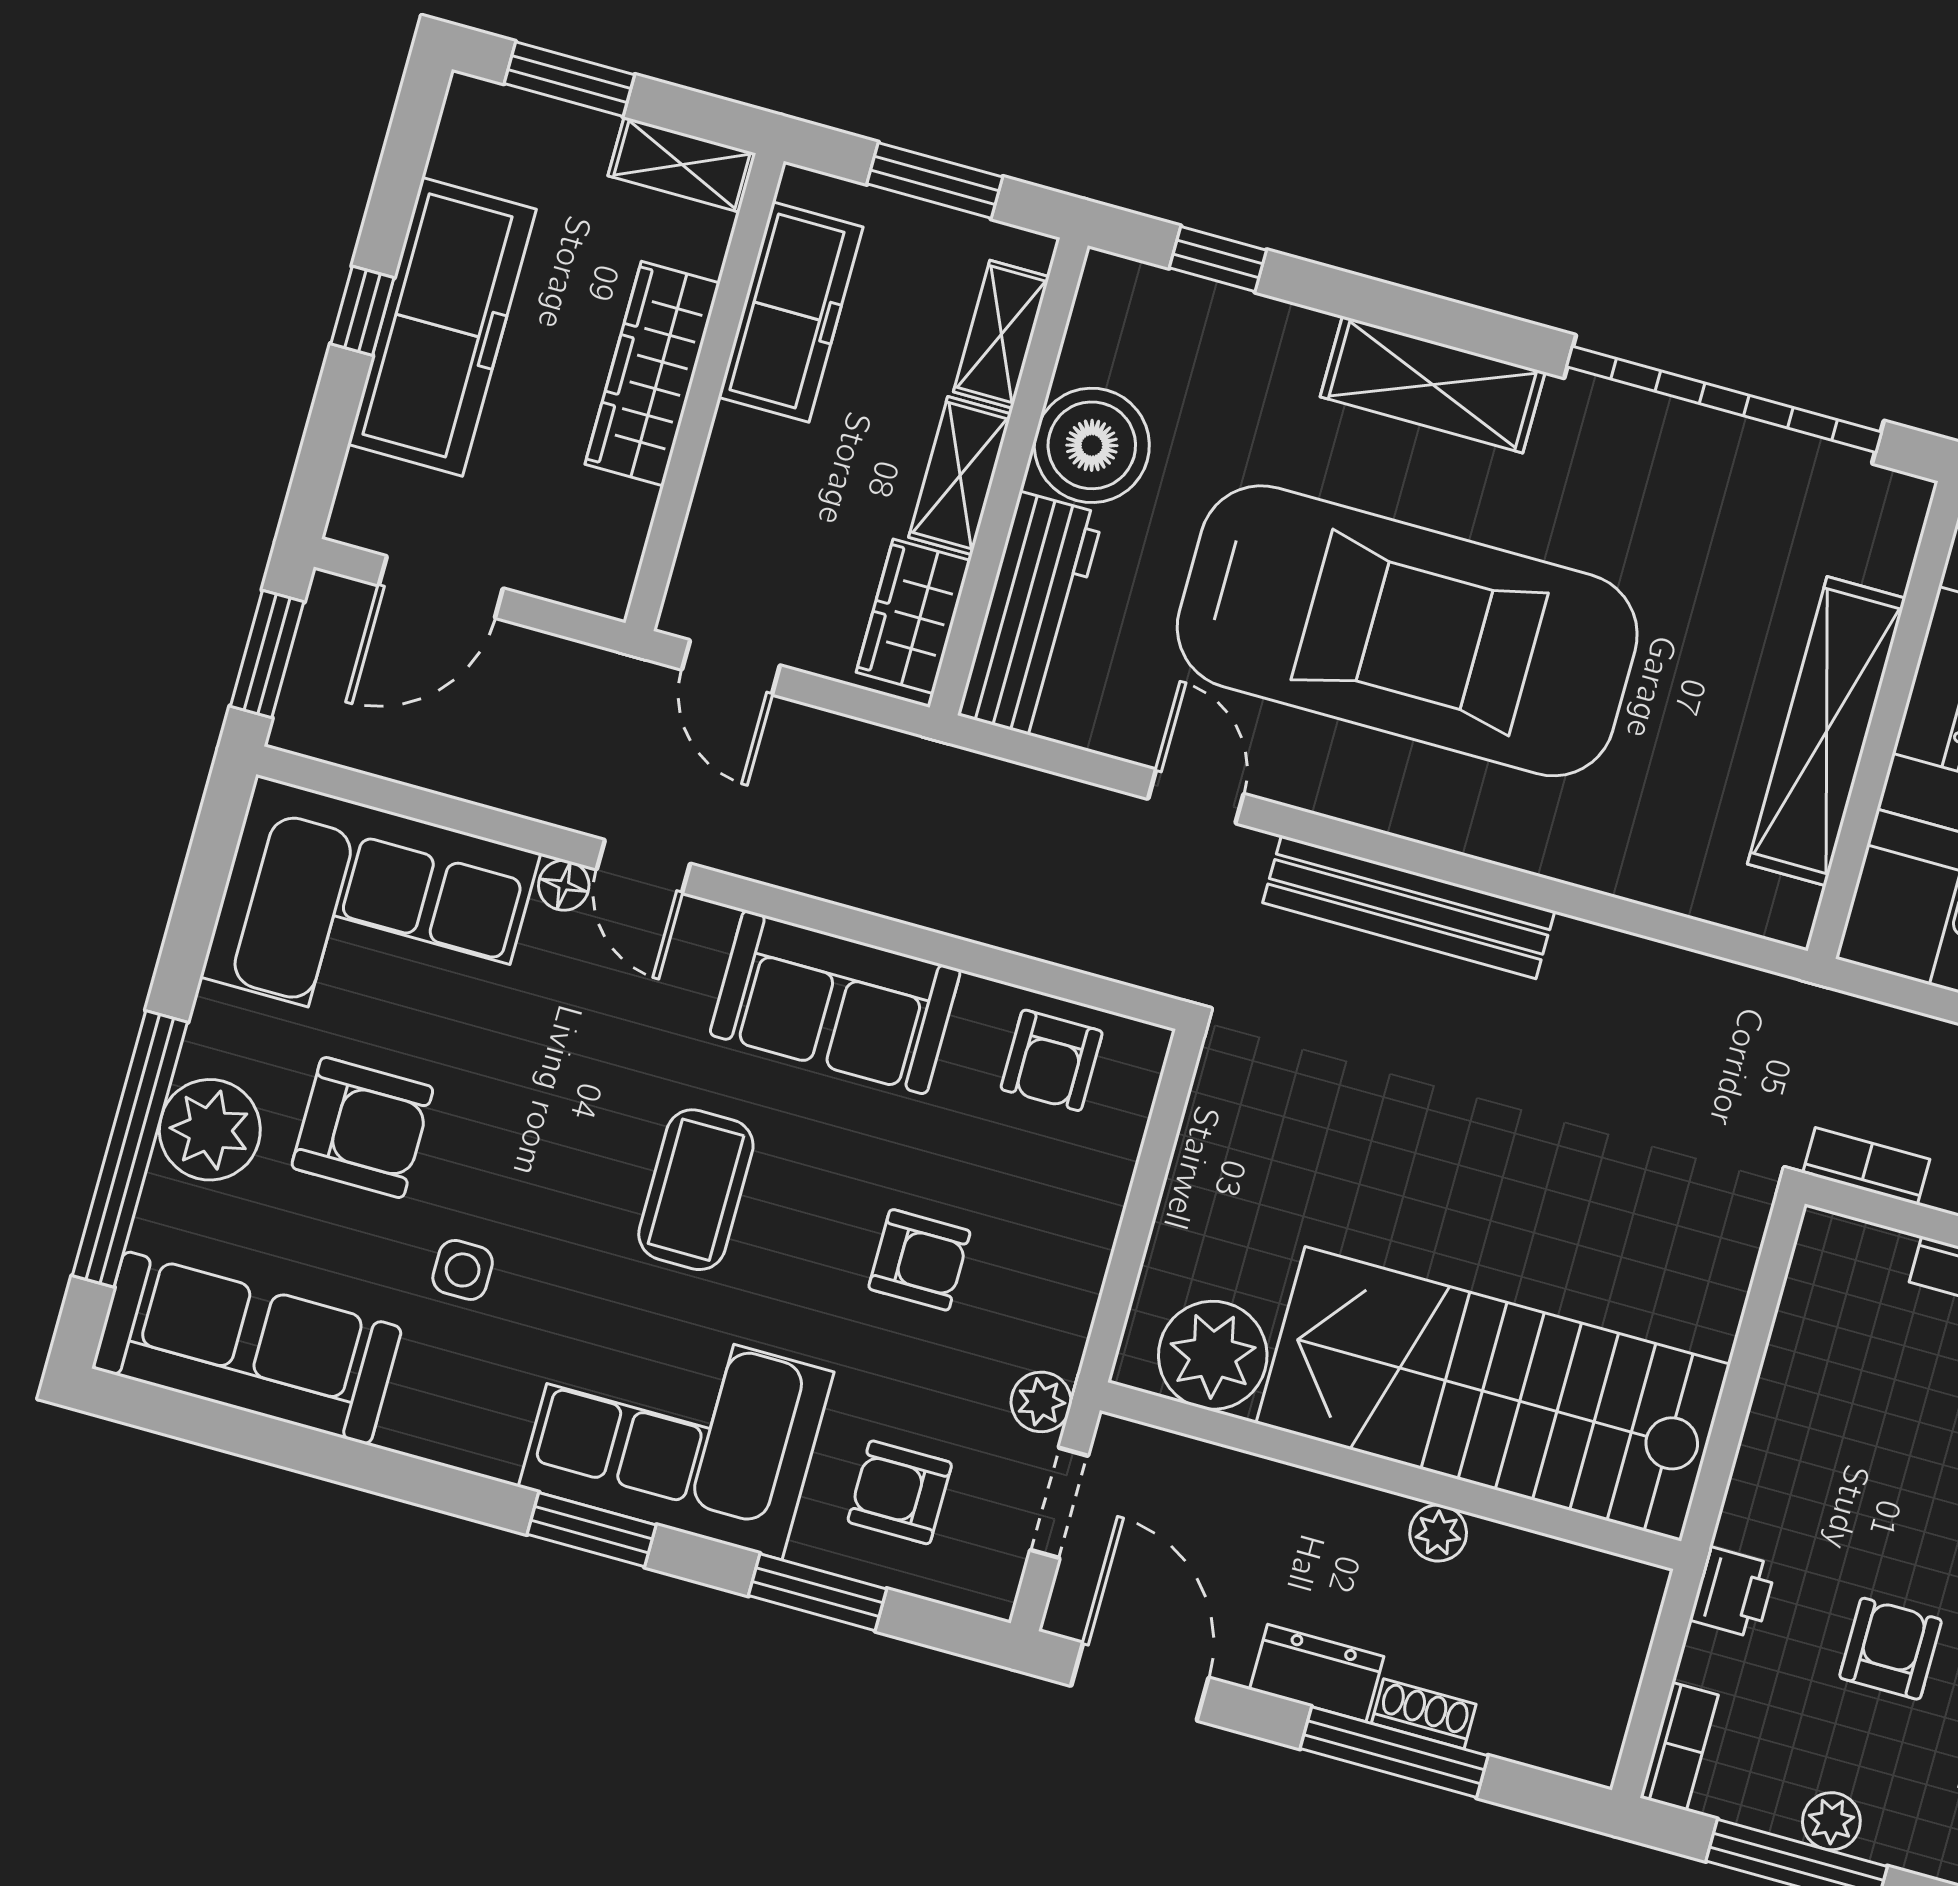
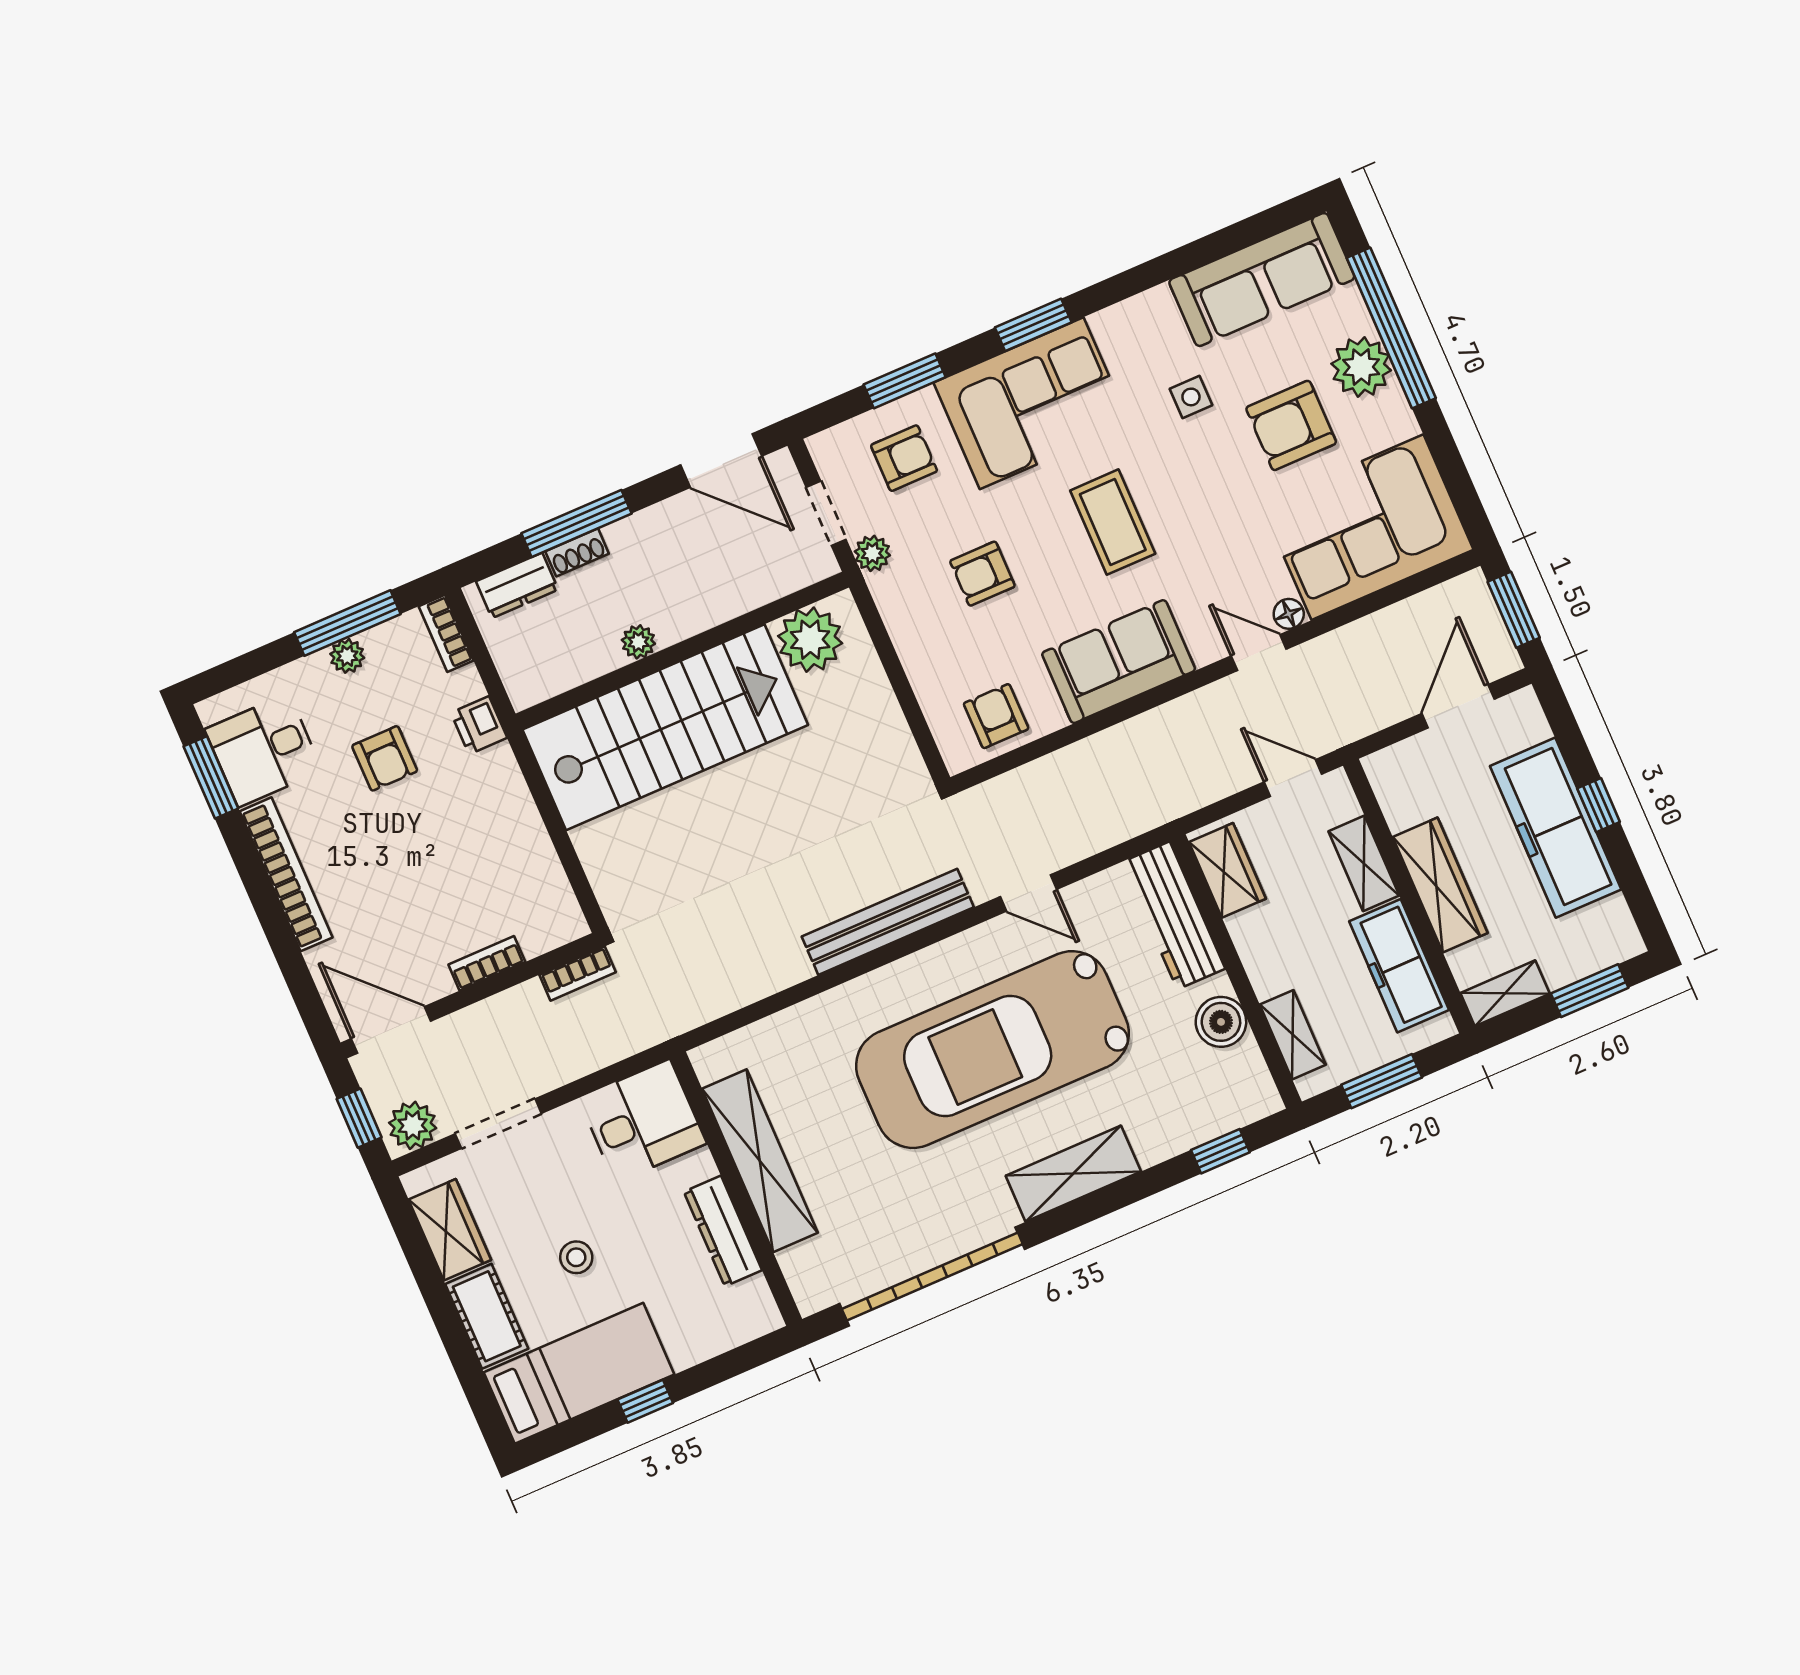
boiler: (1092, 445) -> (1221, 1022), width x0.73, depth x0.73
shelving: (960, 476) -> (1364, 863), moved
dresser: (1317, 1673) -> (517, 585), moved

